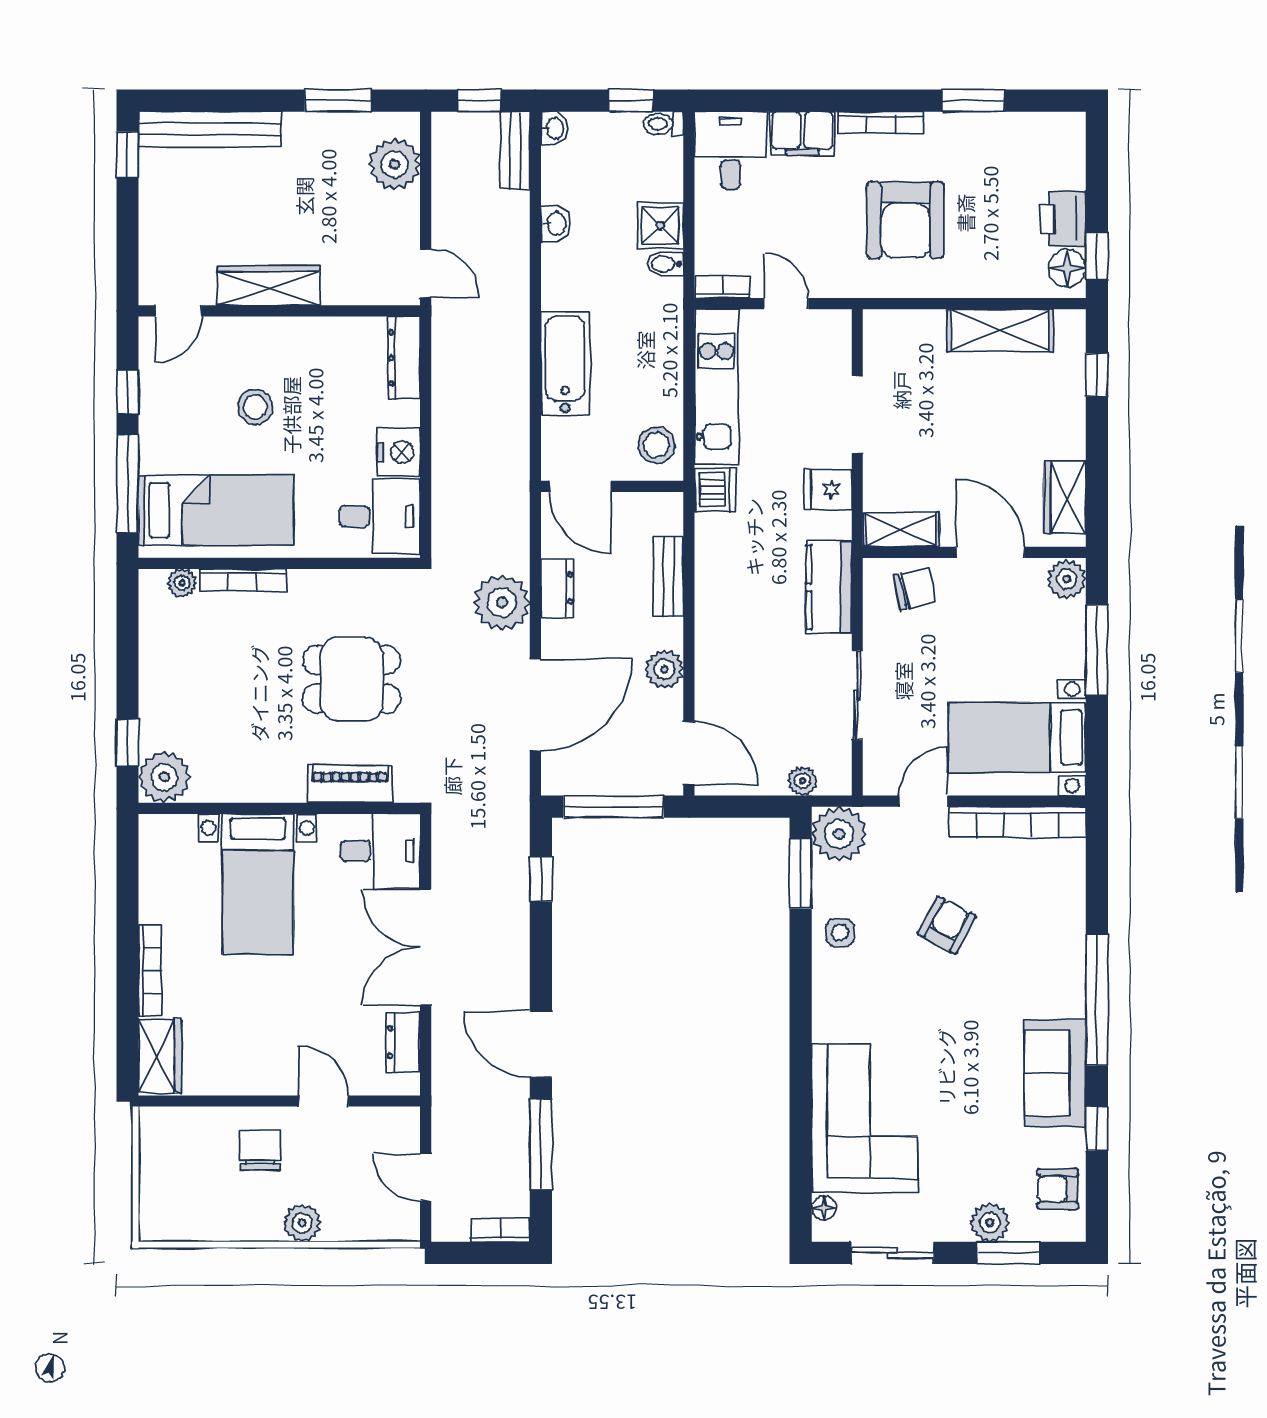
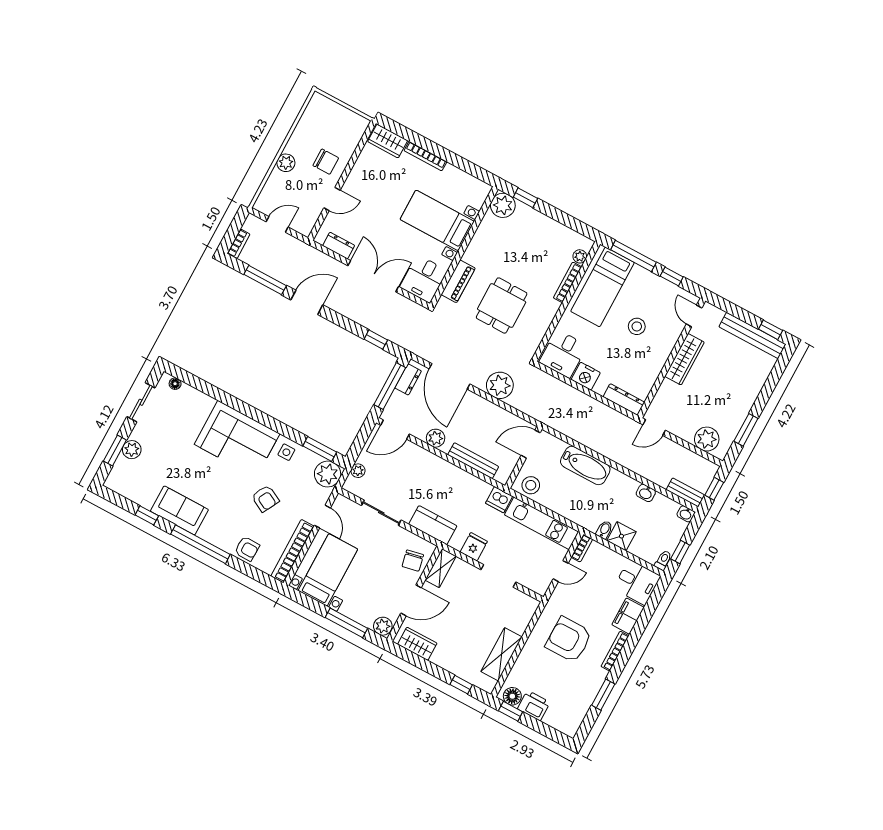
bench: (210, 129) -> (752, 335), moved, turned 90
bench: (669, 577) -> (473, 461), width x1.36
dresser: (557, 588) -> (408, 379), moved, turned -90
corner sofa: (865, 1118) -> (237, 439), moved
armchair: (1058, 1189) -> (247, 549), moved, turned 91

